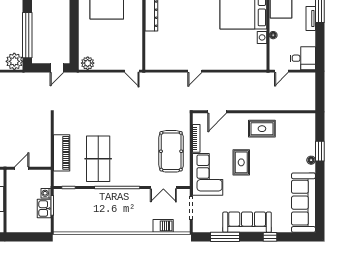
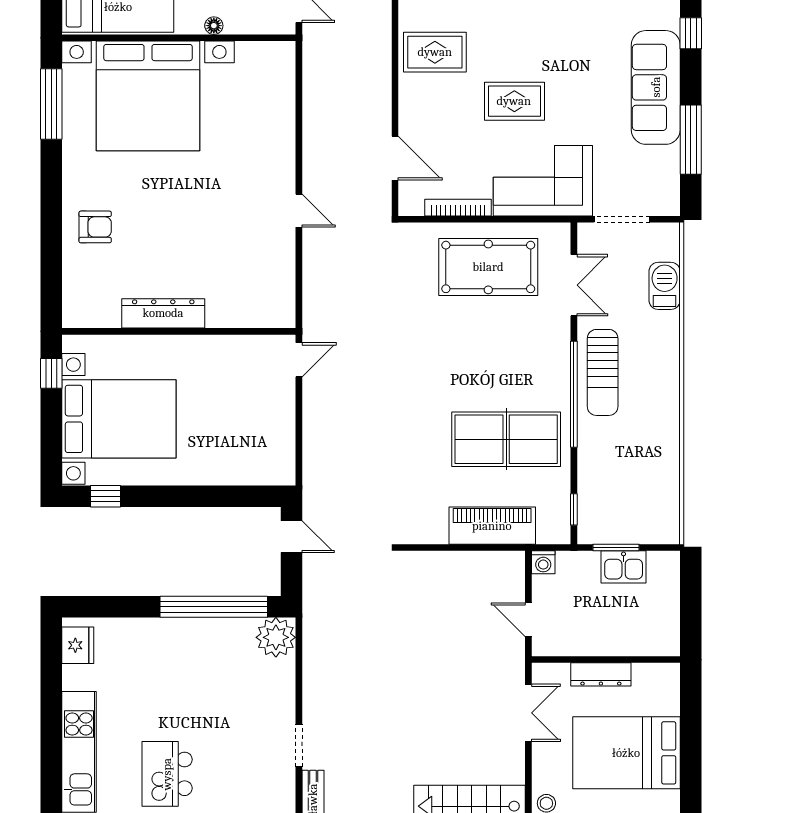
plant: (88, 63) -> (280, 464), removed
rug: (262, 129) -> (435, 52), turned 90
washing machine: (46, 193) -> (543, 562), moved
sun lounger: (126, 200) -> (603, 372), added

